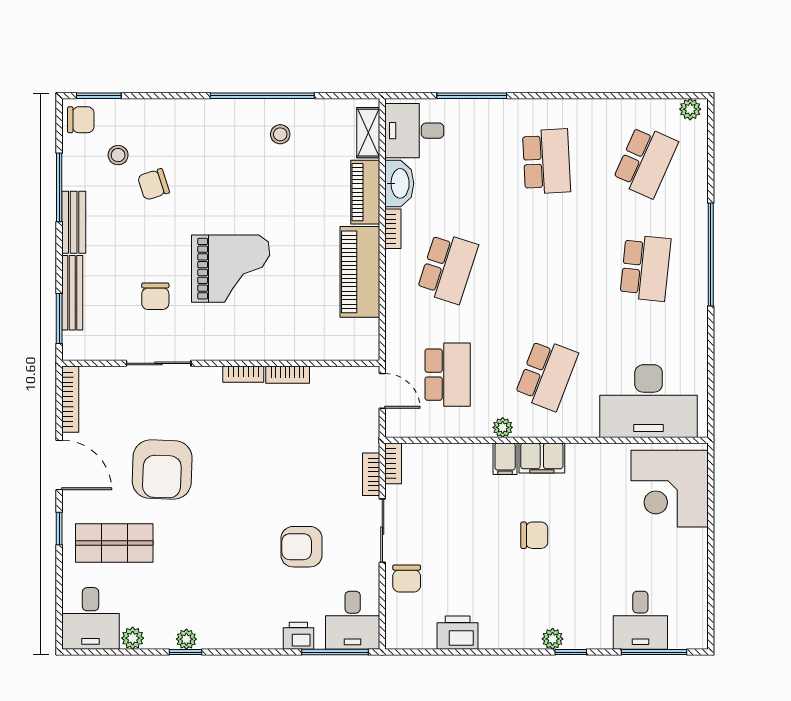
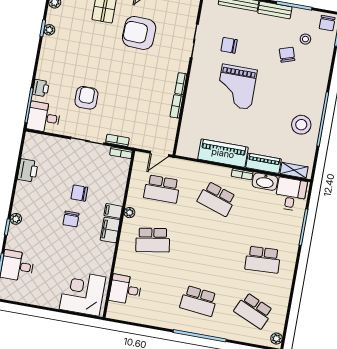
stool: (280, 134) -> (301, 125), width x1.89, depth x1.89
school desk: (546, 375) -> (153, 240), turned -30
desk: (649, 401) -> (125, 289), width x0.53, depth x0.77
chair: (407, 578) -> (79, 193), moved

